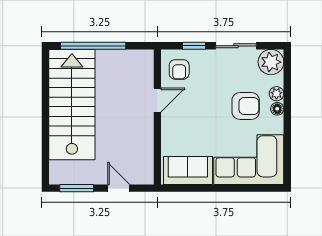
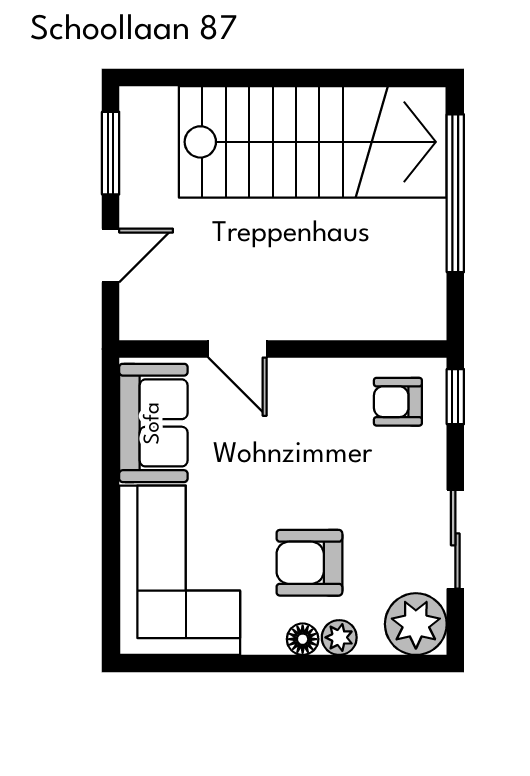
window: (194, 46) -> (455, 397), moved
door: (157, 100) -> (237, 349), moved
armchair: (246, 106) -> (309, 563), turned 90

